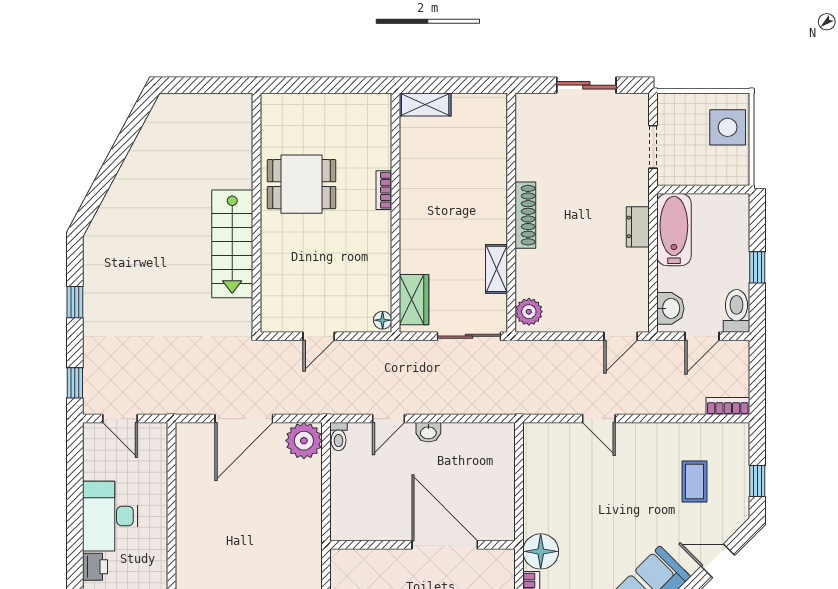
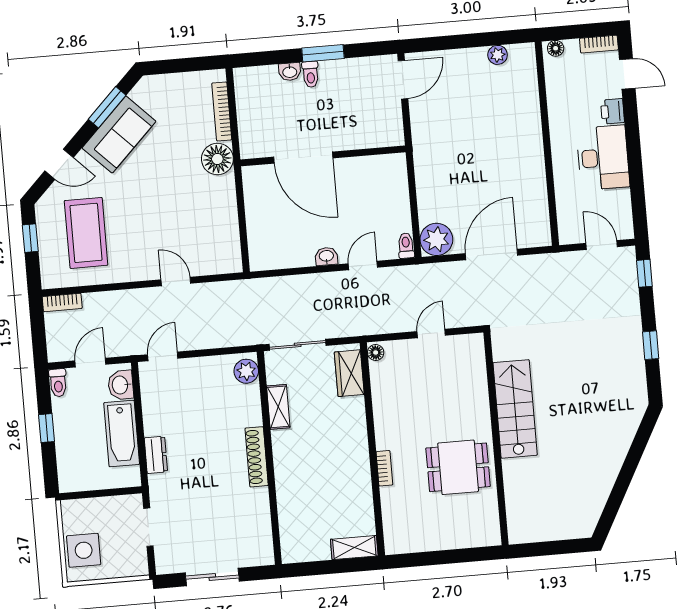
bathtub: (674, 230) -> (122, 434), moved
toilet: (736, 311) -> (58, 383), width x0.73, depth x0.72
coffee table: (694, 481) -> (86, 233), width x1.86, depth x1.72

